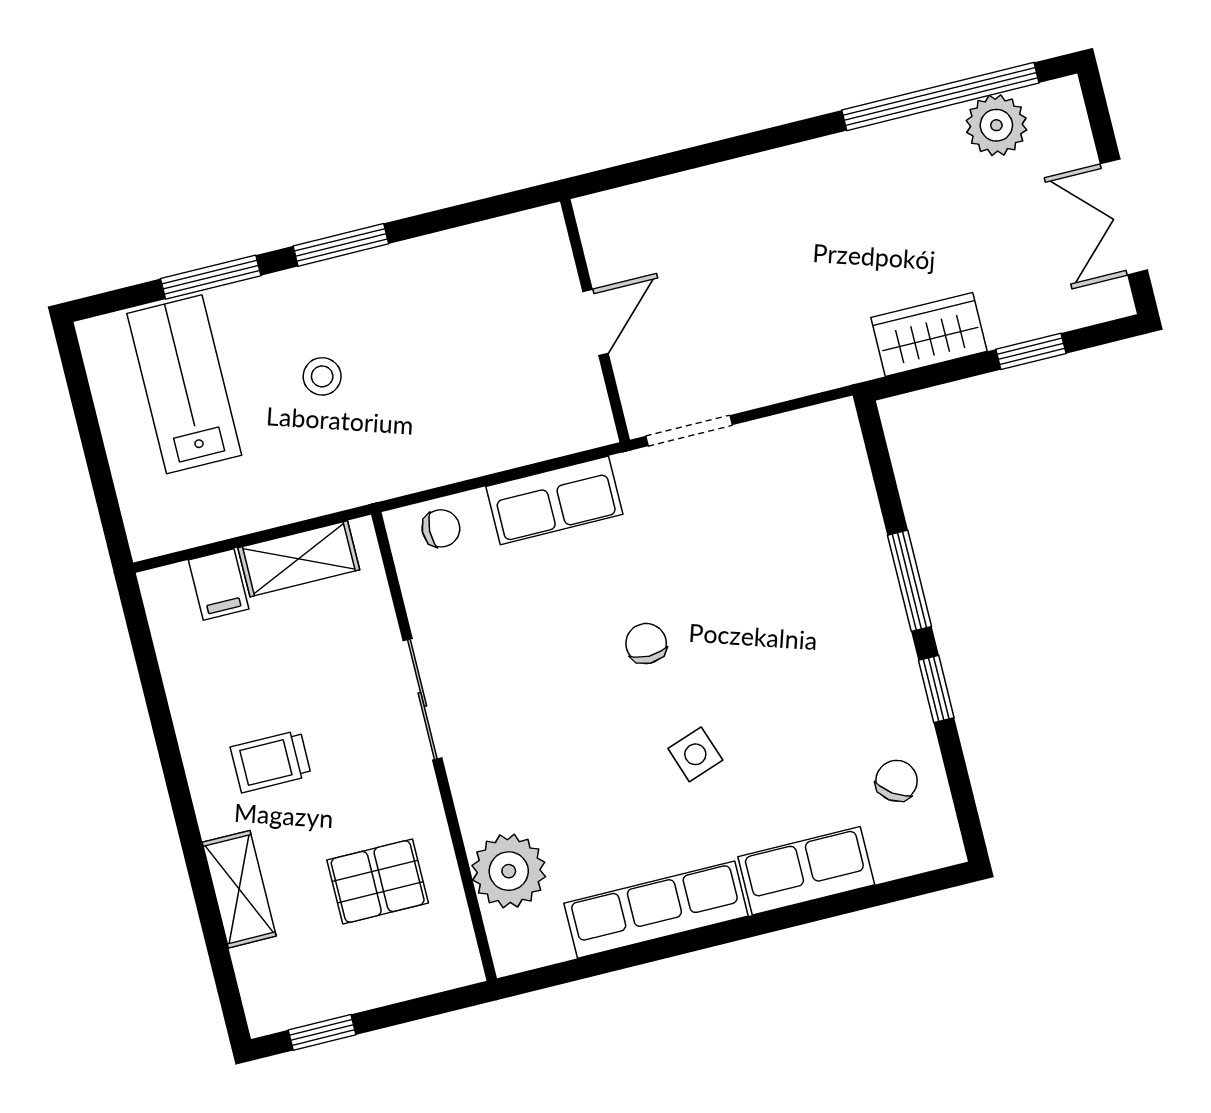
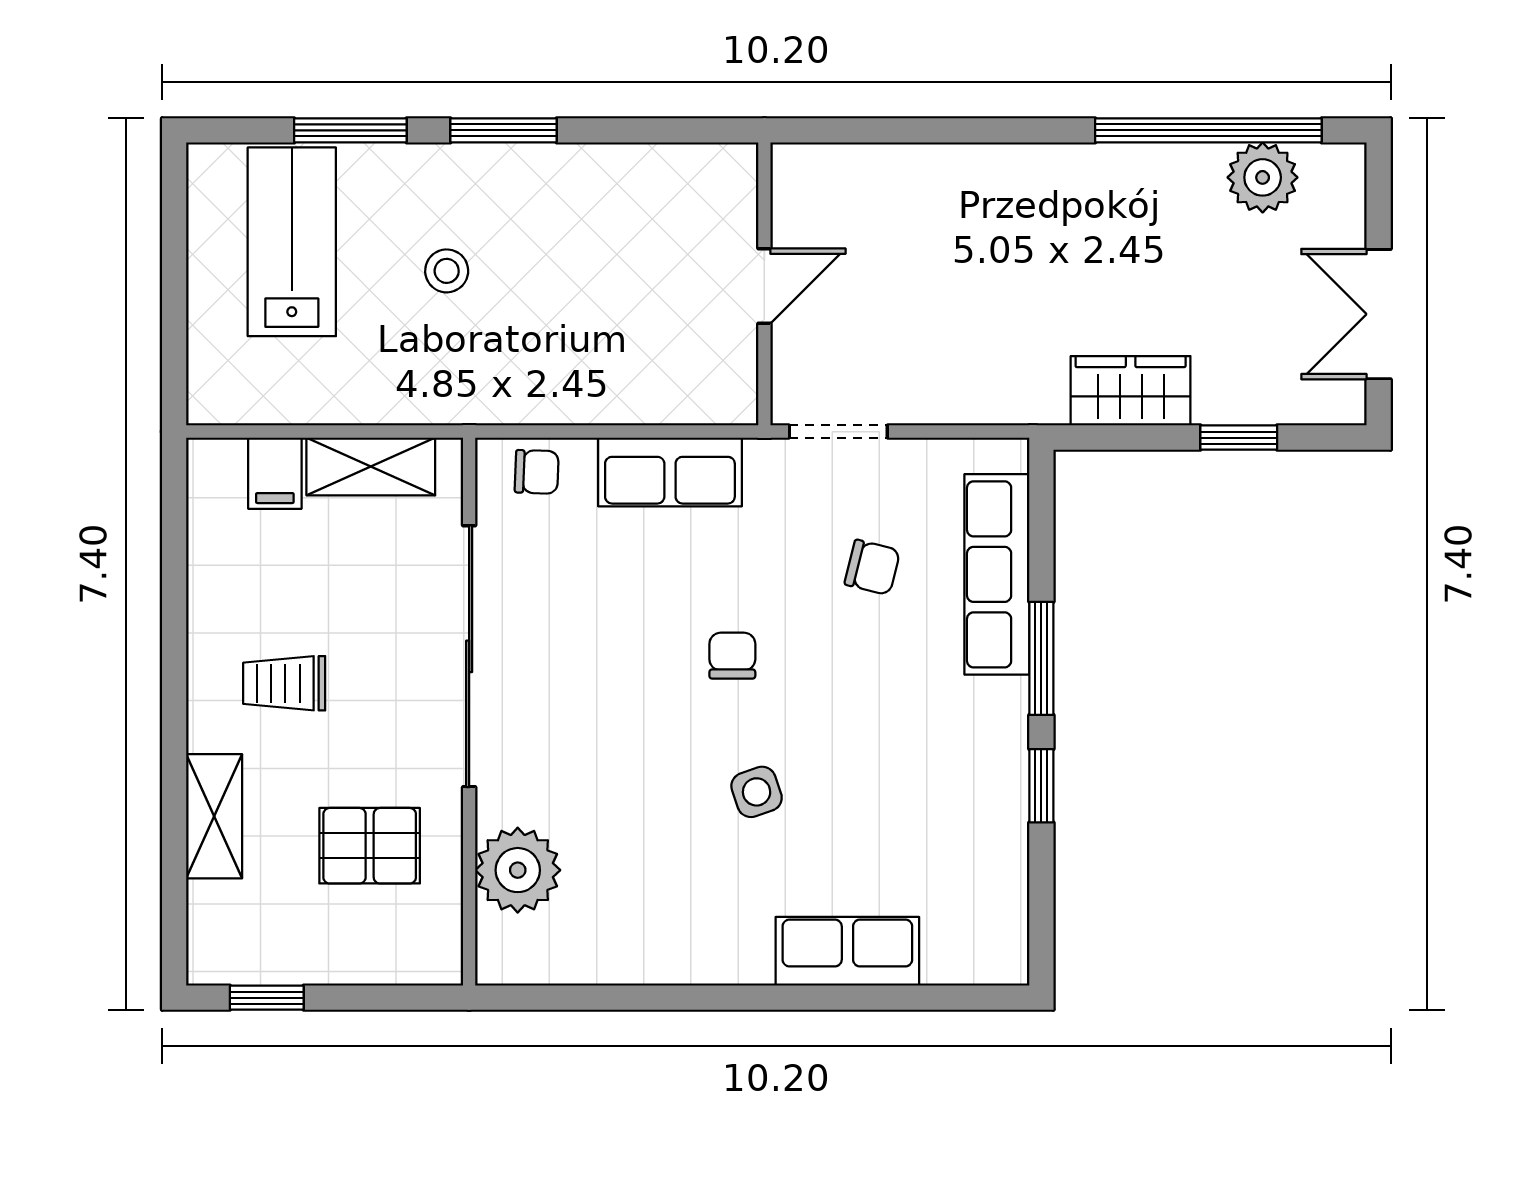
sliding door: (422, 699) -> (469, 656), width x1.86
chair: (896, 781) -> (872, 567), moved, turned 69
row of seats: (656, 910) -> (997, 574), moved, turned -90

